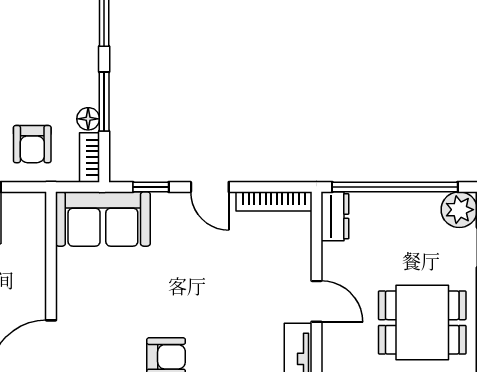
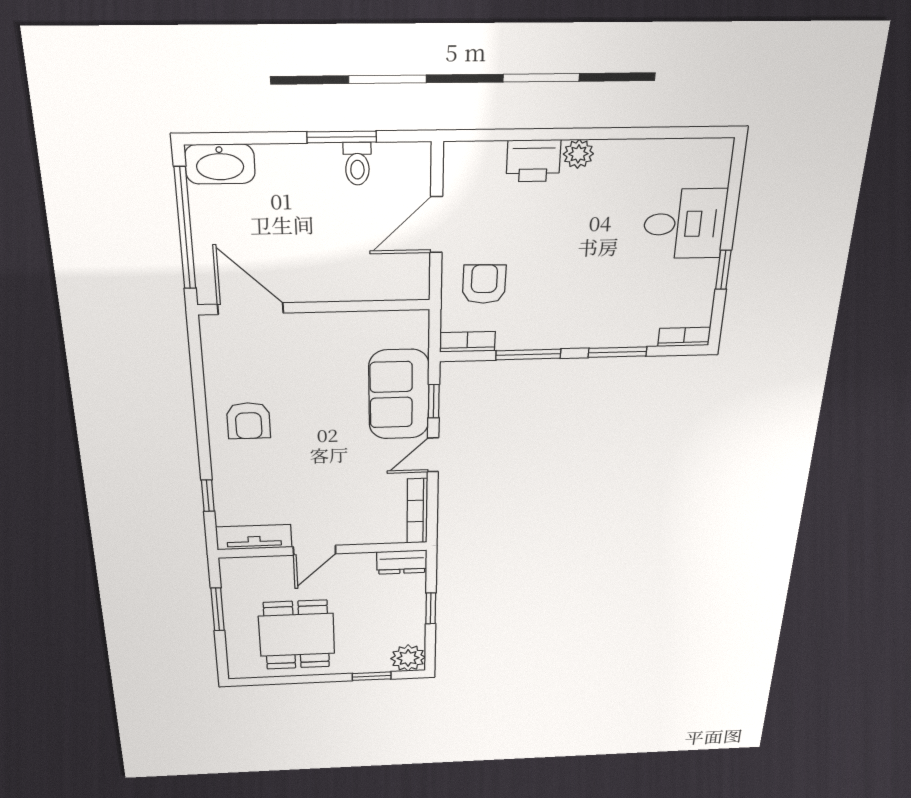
floor lamp: (88, 119) -> (510, 339), removed
armchair: (32, 144) -> (484, 284), turned 91
window: (395, 187) -> (431, 608), width x0.32
sofa: (103, 219) -> (399, 395), moved

